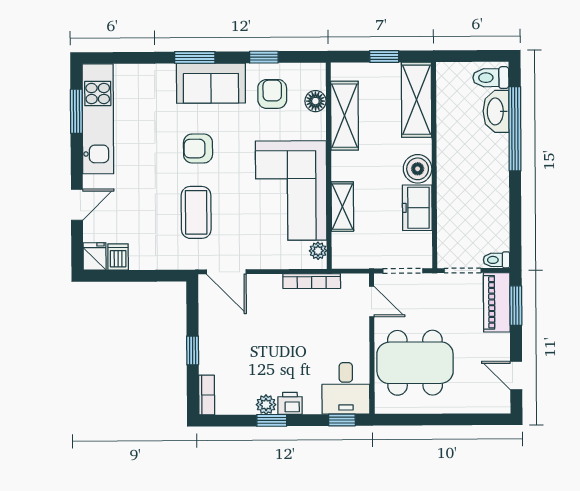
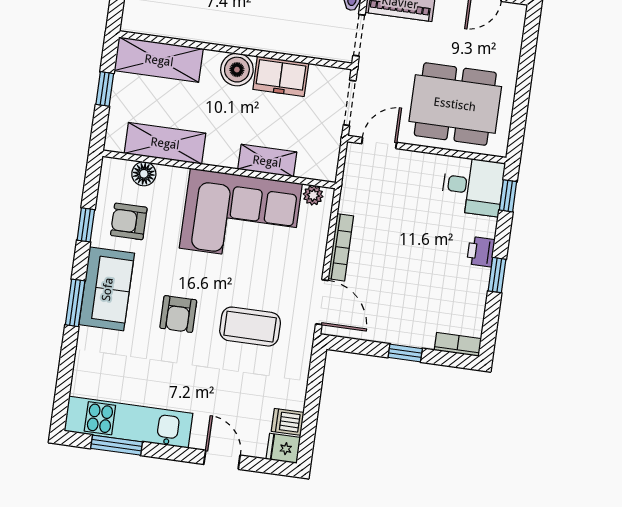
door: (226, 272) -> (322, 302), hinge flipped
bookcase: (312, 281) -> (341, 247), moved
dining table: (415, 363) -> (455, 104), turned 90
plant: (266, 405) -> (478, 279), removed

